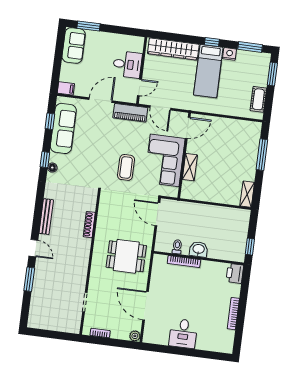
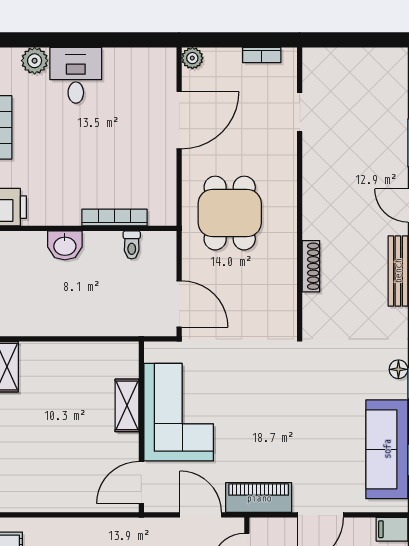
coffee table: (126, 167) -> (253, 388), removed
washbasin: (199, 249) -> (65, 245), moved
dining table: (126, 256) -> (230, 213), turned 90
door: (145, 306) -> (179, 120), hinge flipped
desk: (183, 333) -> (76, 75), moved
plant: (214, 345) -> (35, 61), added

